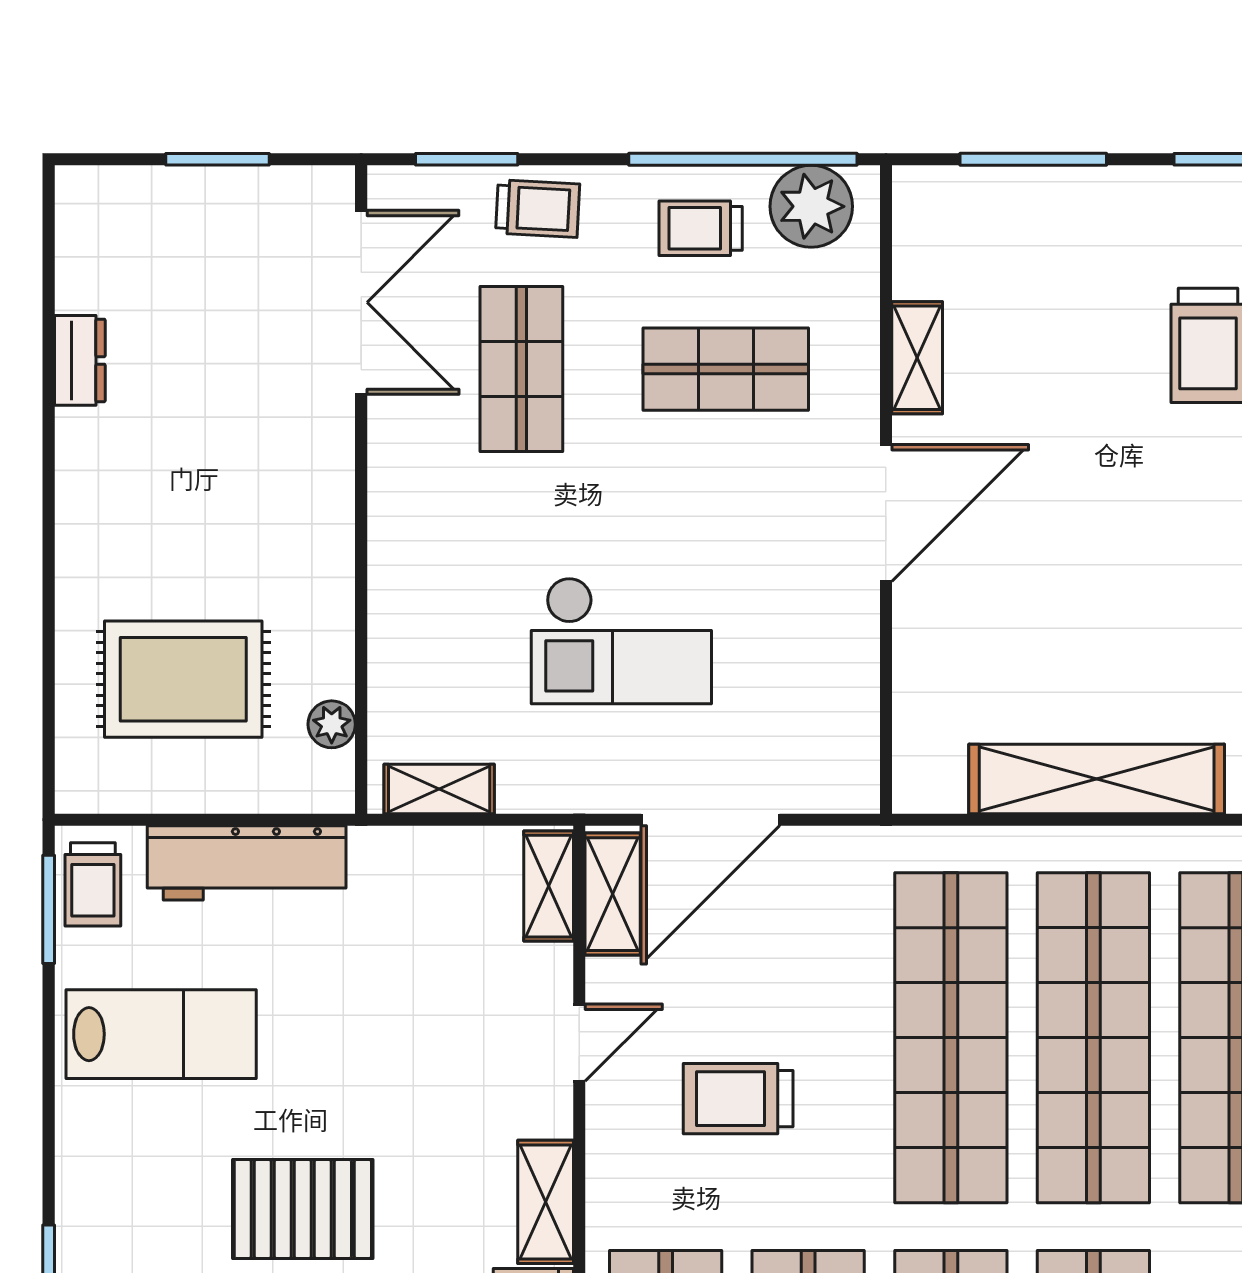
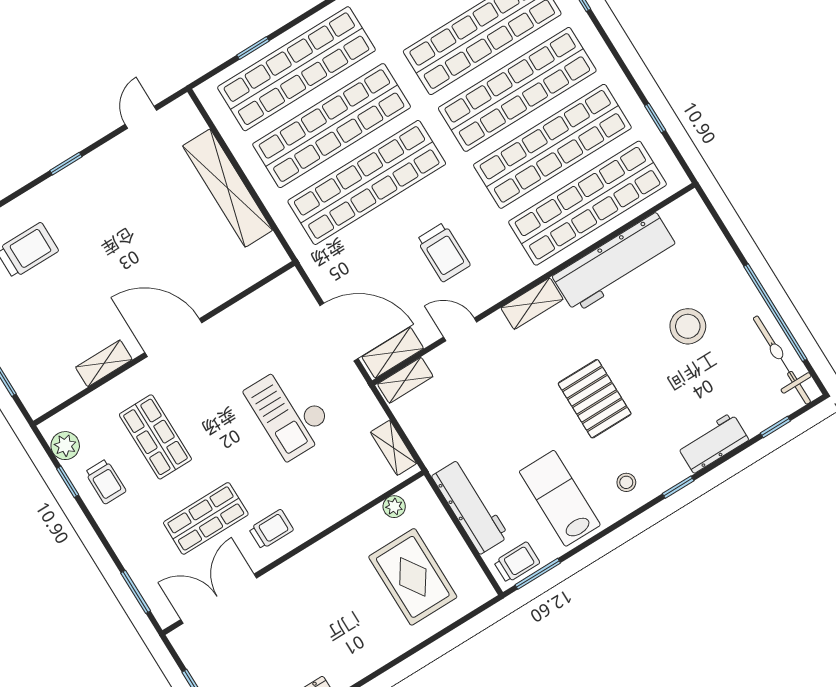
window: (743, 159) -> (68, 482), width x0.32
plant: (811, 206) -> (65, 446), width x0.73, depth x0.73
trolley: (538, 209) -> (271, 529), moved, turned 87
checkout: (621, 641) -> (289, 412), turned 180
stool: (115, 1173) -> (626, 482), added

